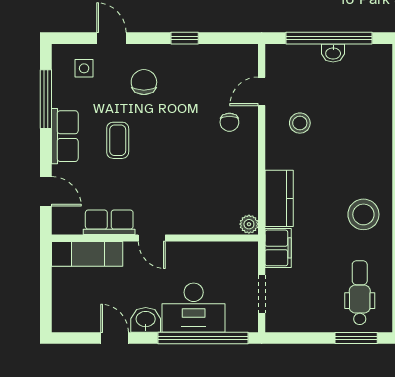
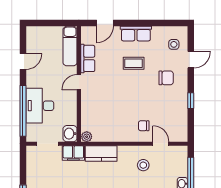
window: (46, 99) -> (157, 23), removed
washbasin: (146, 320) -> (70, 134), moved, turned 180

